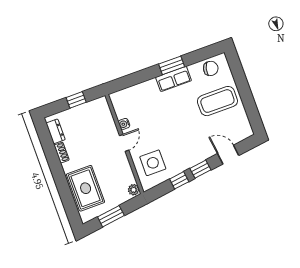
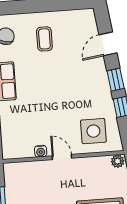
coffee table: (217, 101) -> (44, 39), width x0.54, depth x0.58

